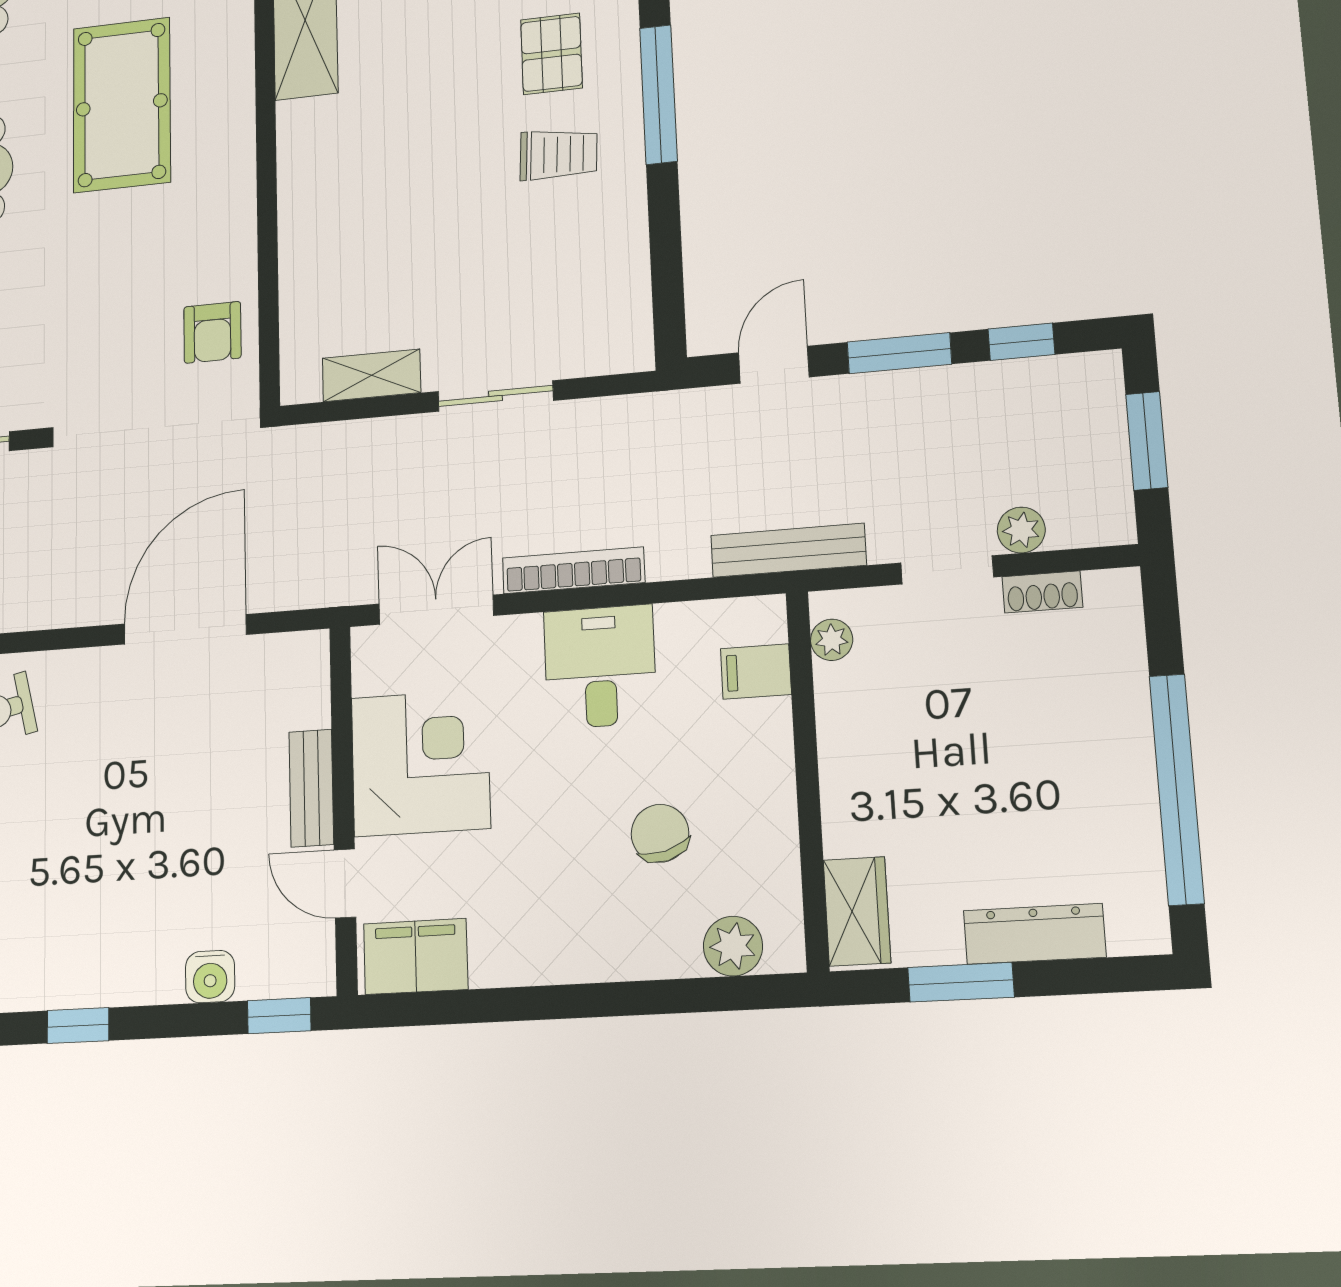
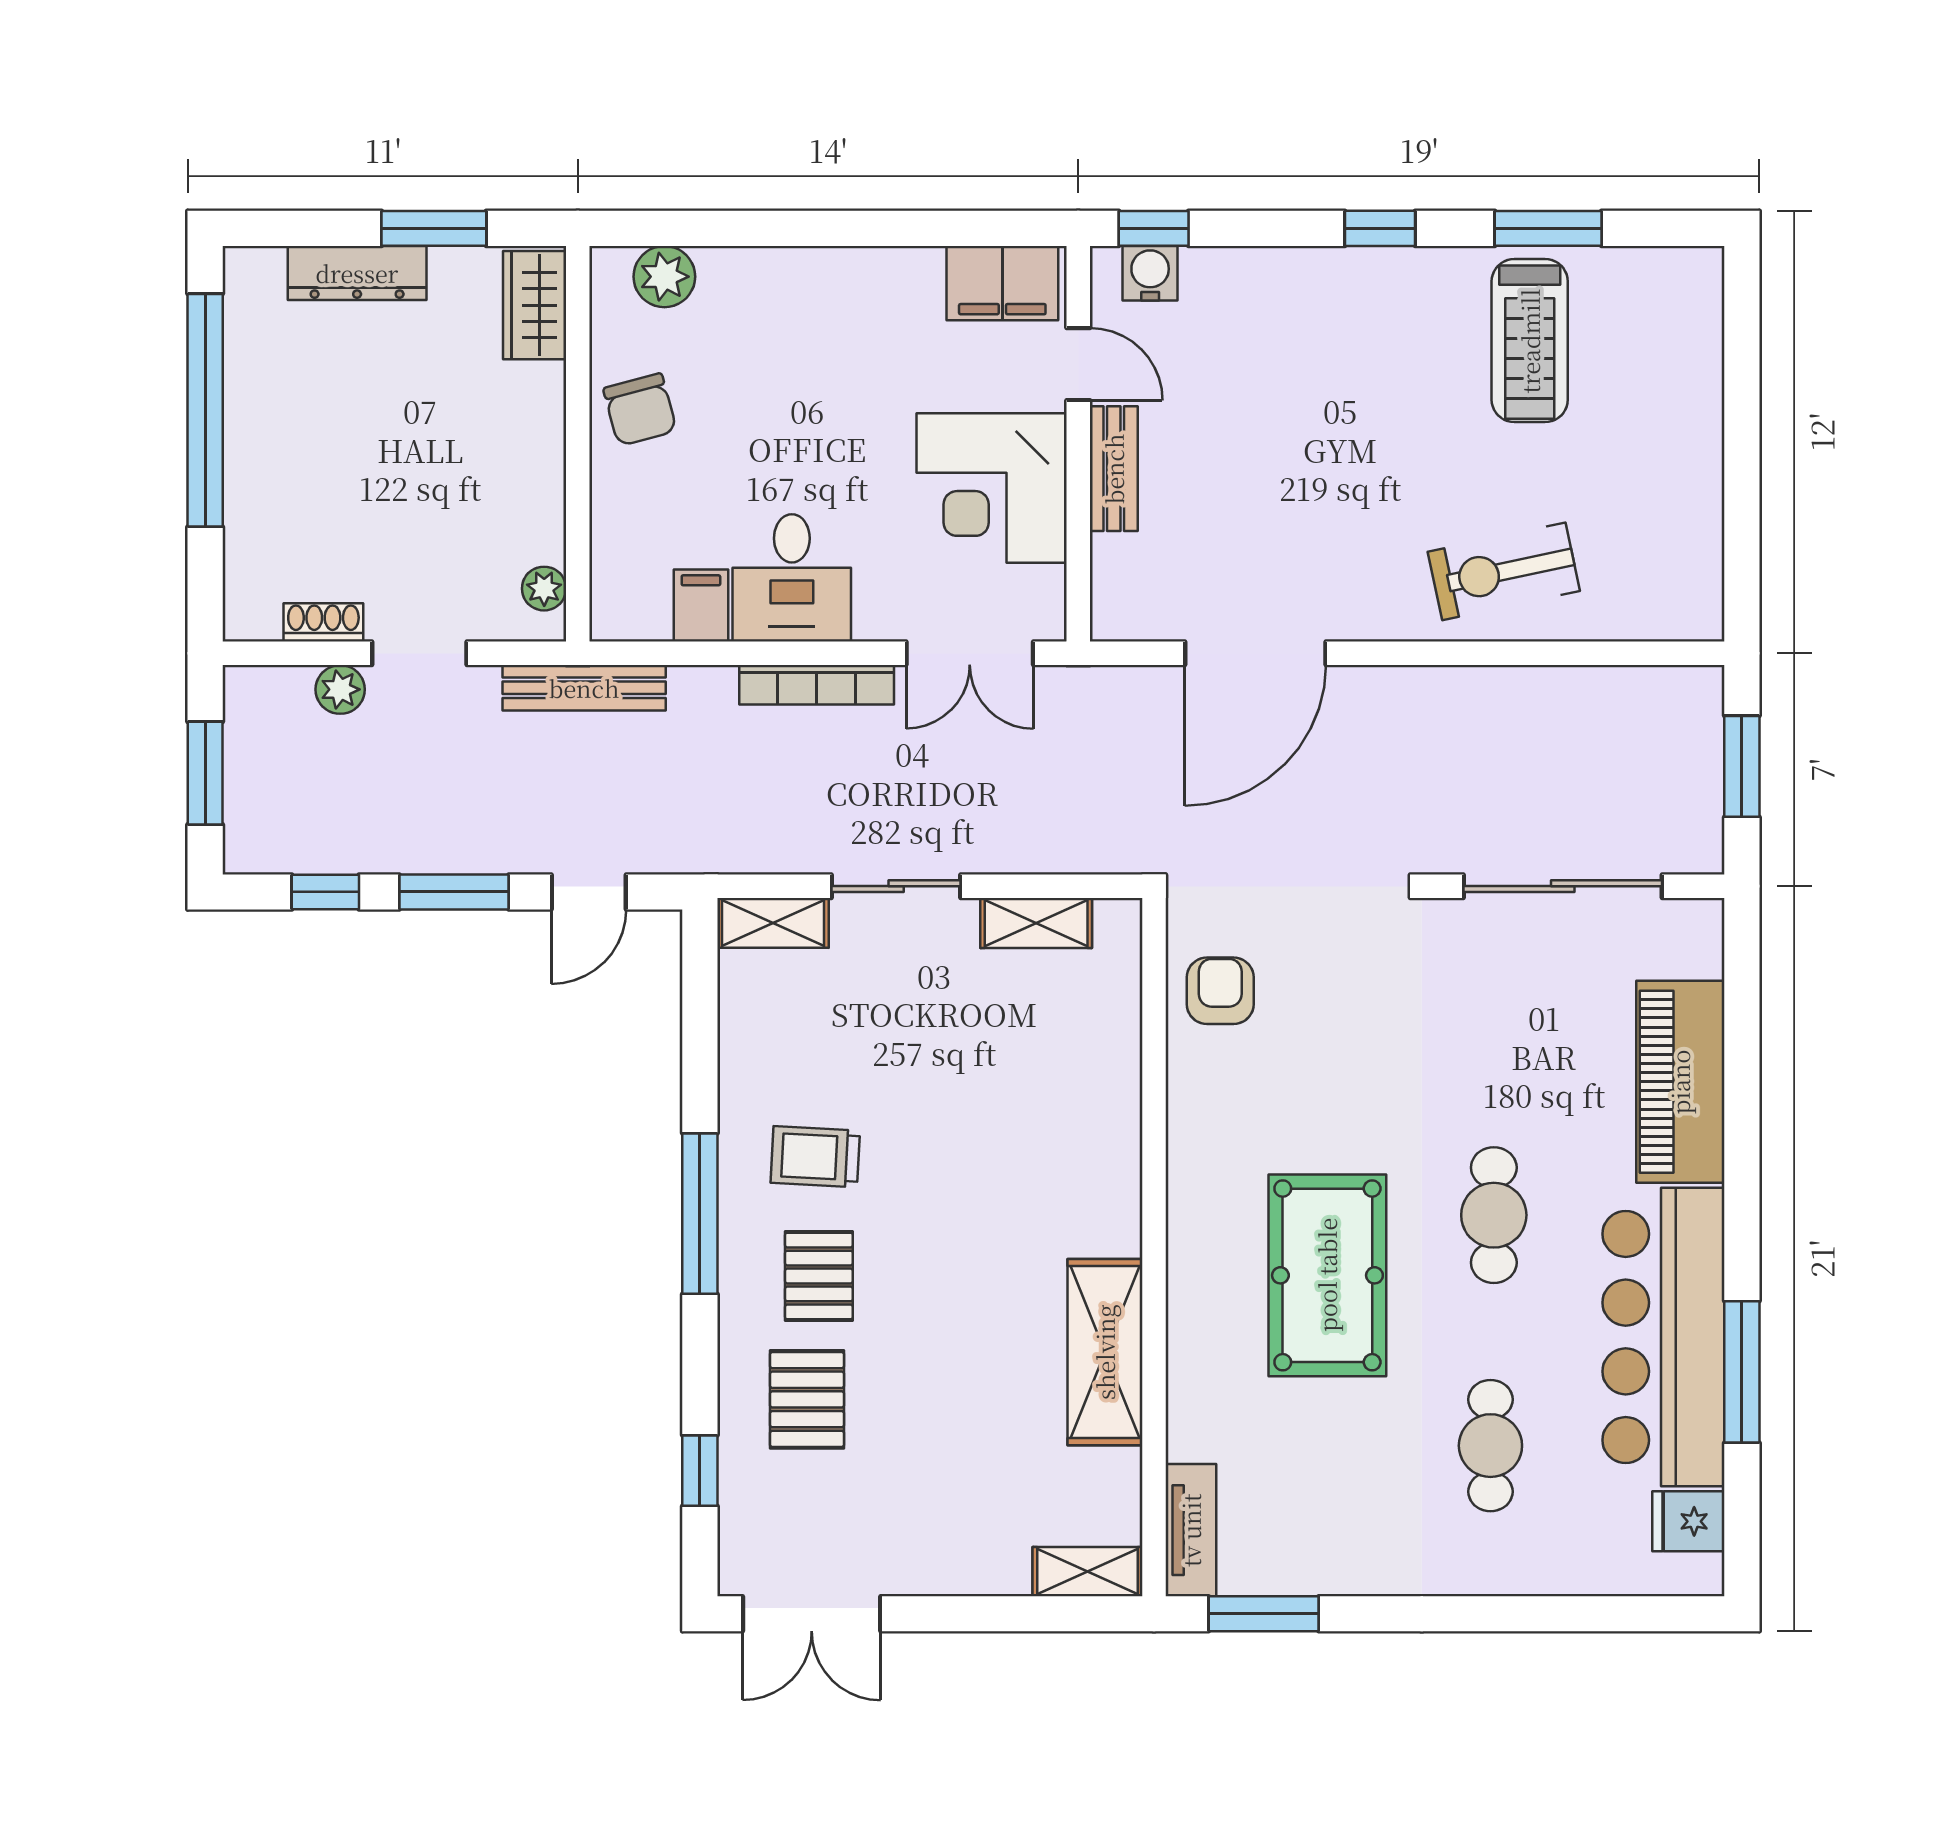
shelving: (604, 353) -> (773, 923), added
filing cabinet: (756, 672) -> (701, 606), moved, turned -90
chair: (660, 833) -> (640, 410), moved
water cooler: (210, 977) -> (1150, 273), moved

